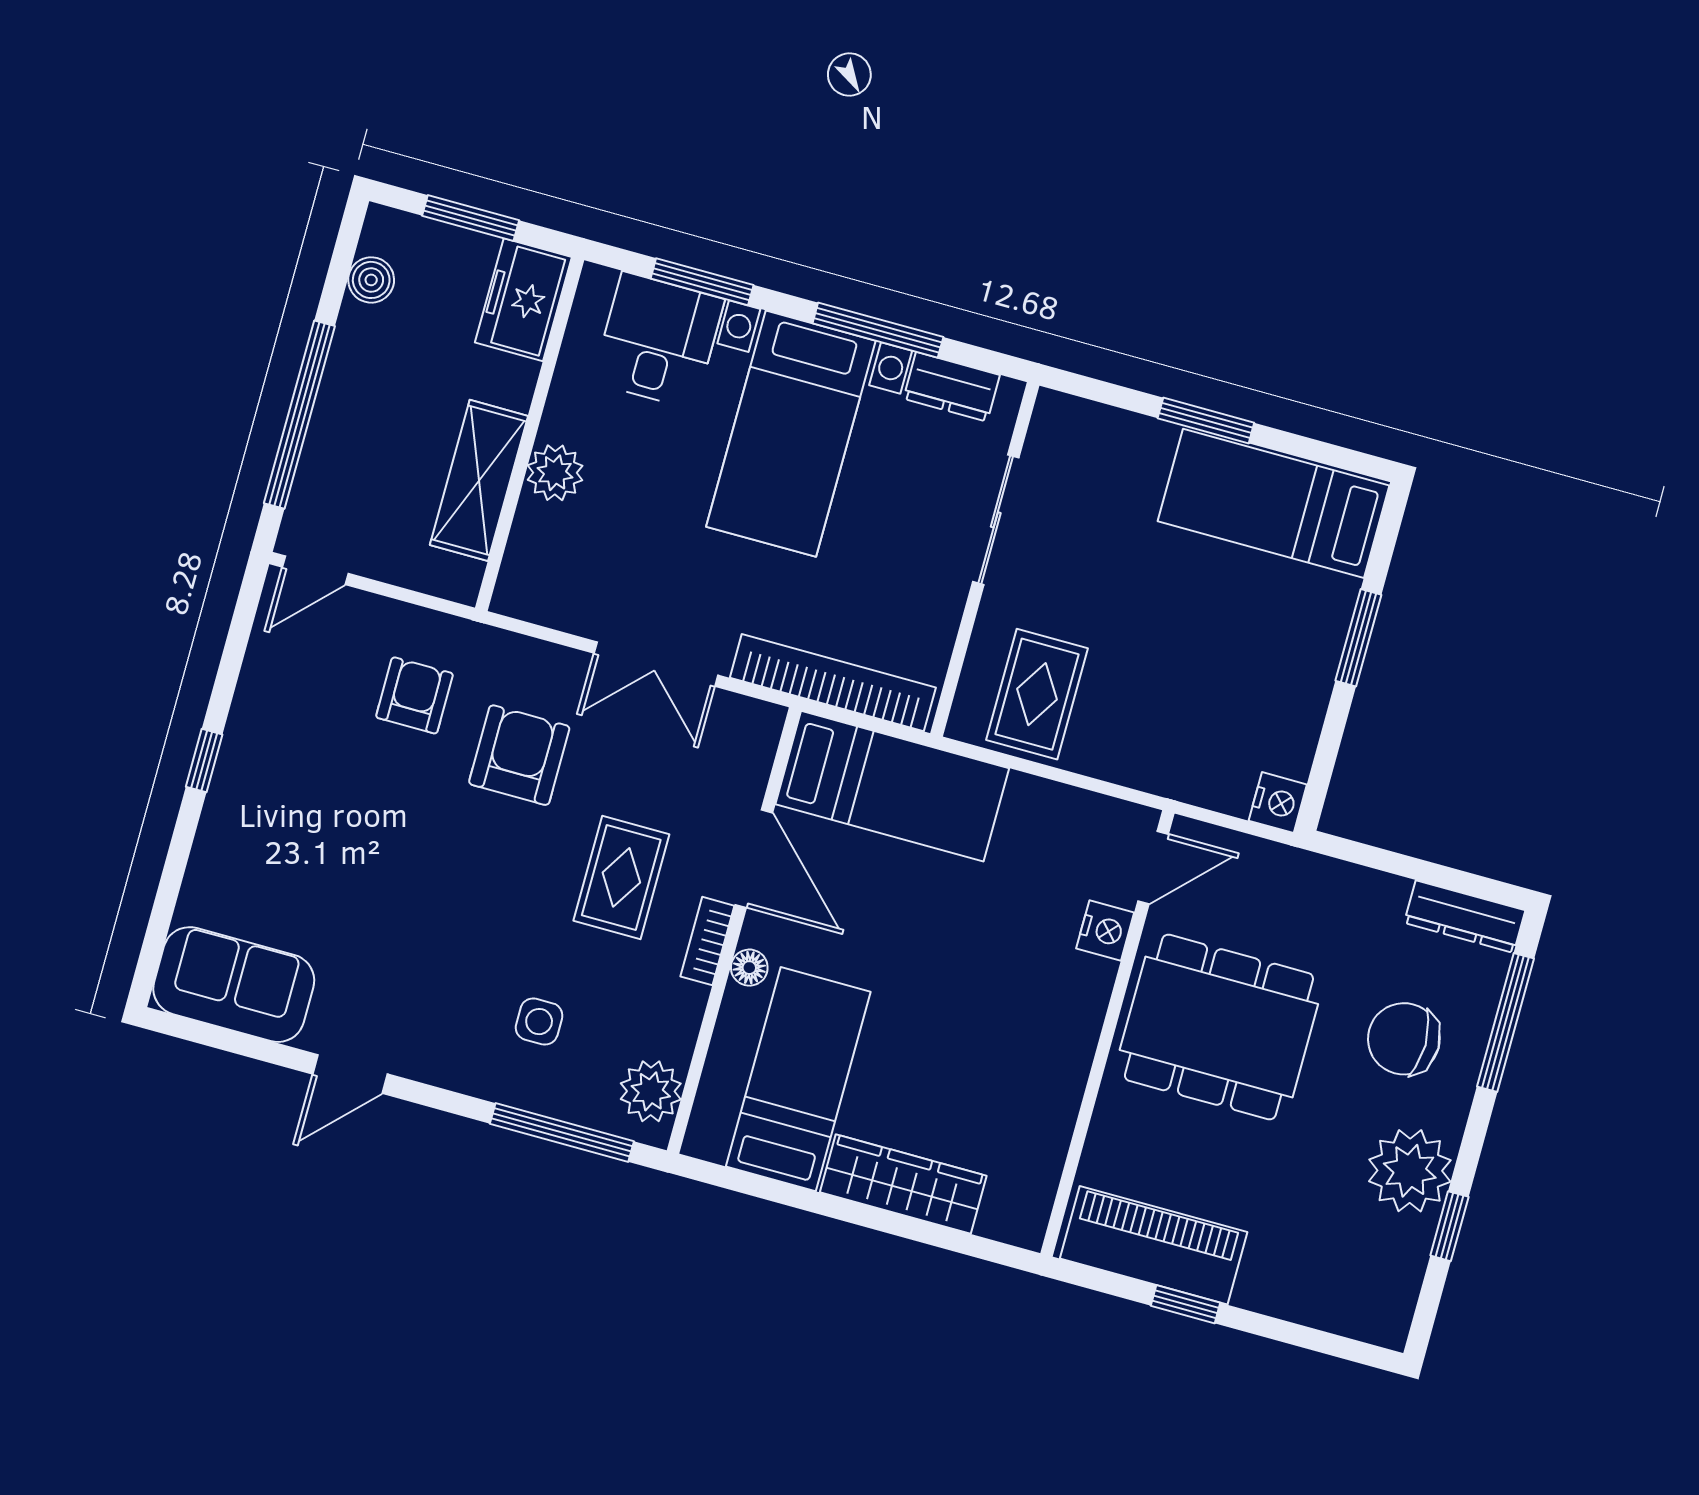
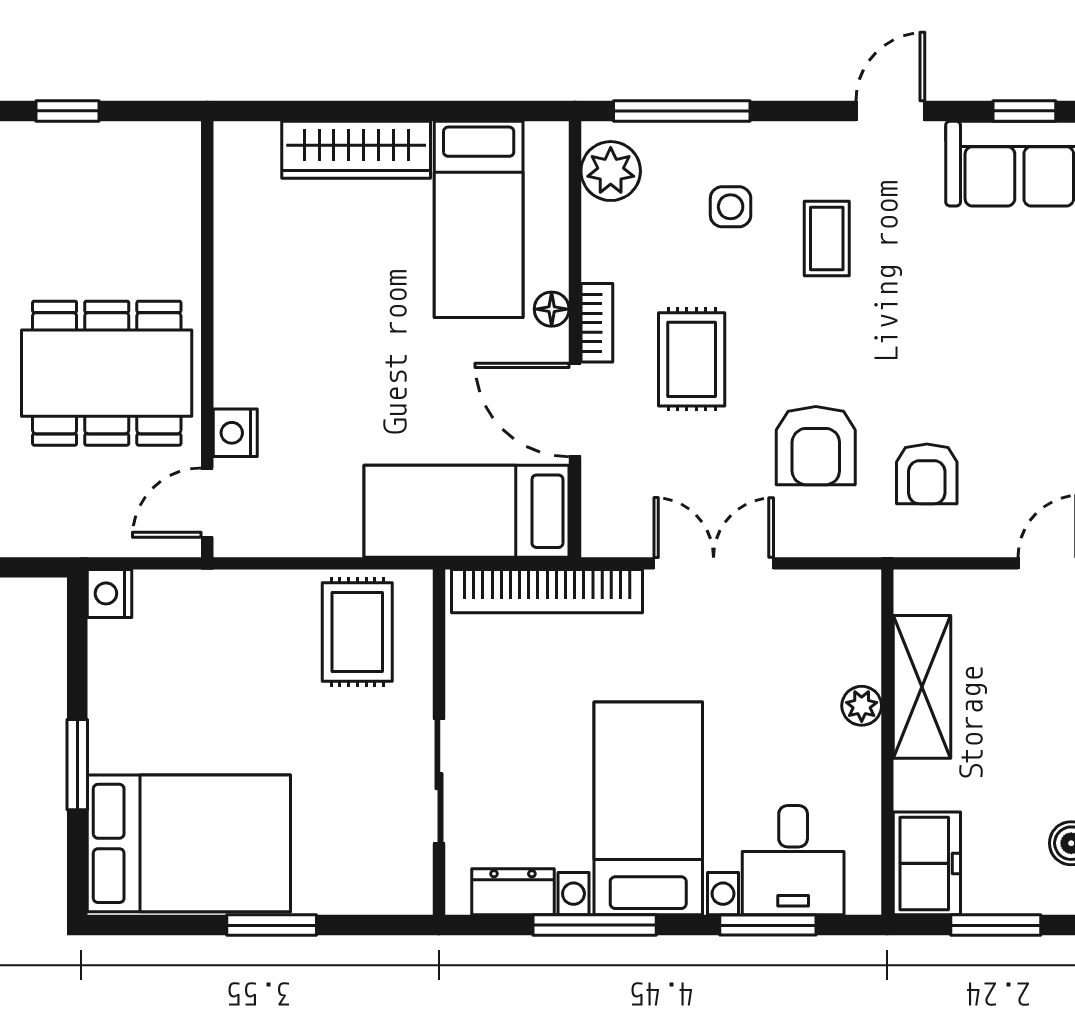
plant: (555, 473) -> (862, 706), width x0.73, depth x0.73
bed: (1274, 503) -> (189, 843), width x1.50
coffee table: (450, 962) -> (827, 239), added
window: (214, 1037) -> (1024, 111), added
piano: (1154, 1245) -> (111, 157), removed

